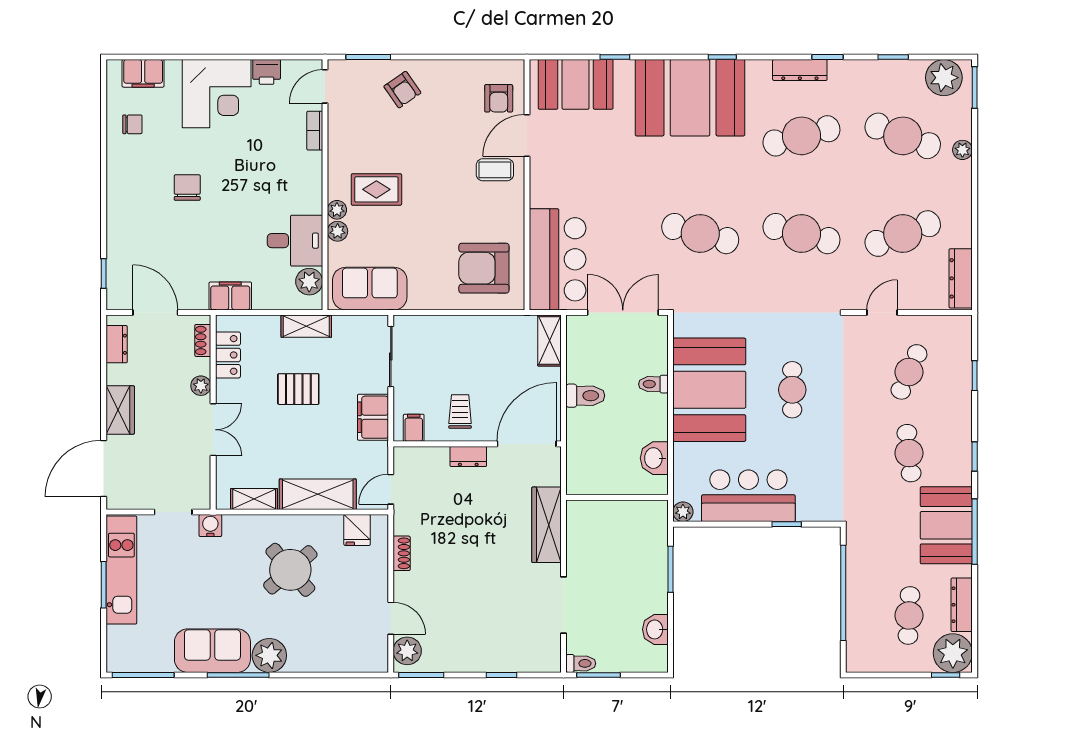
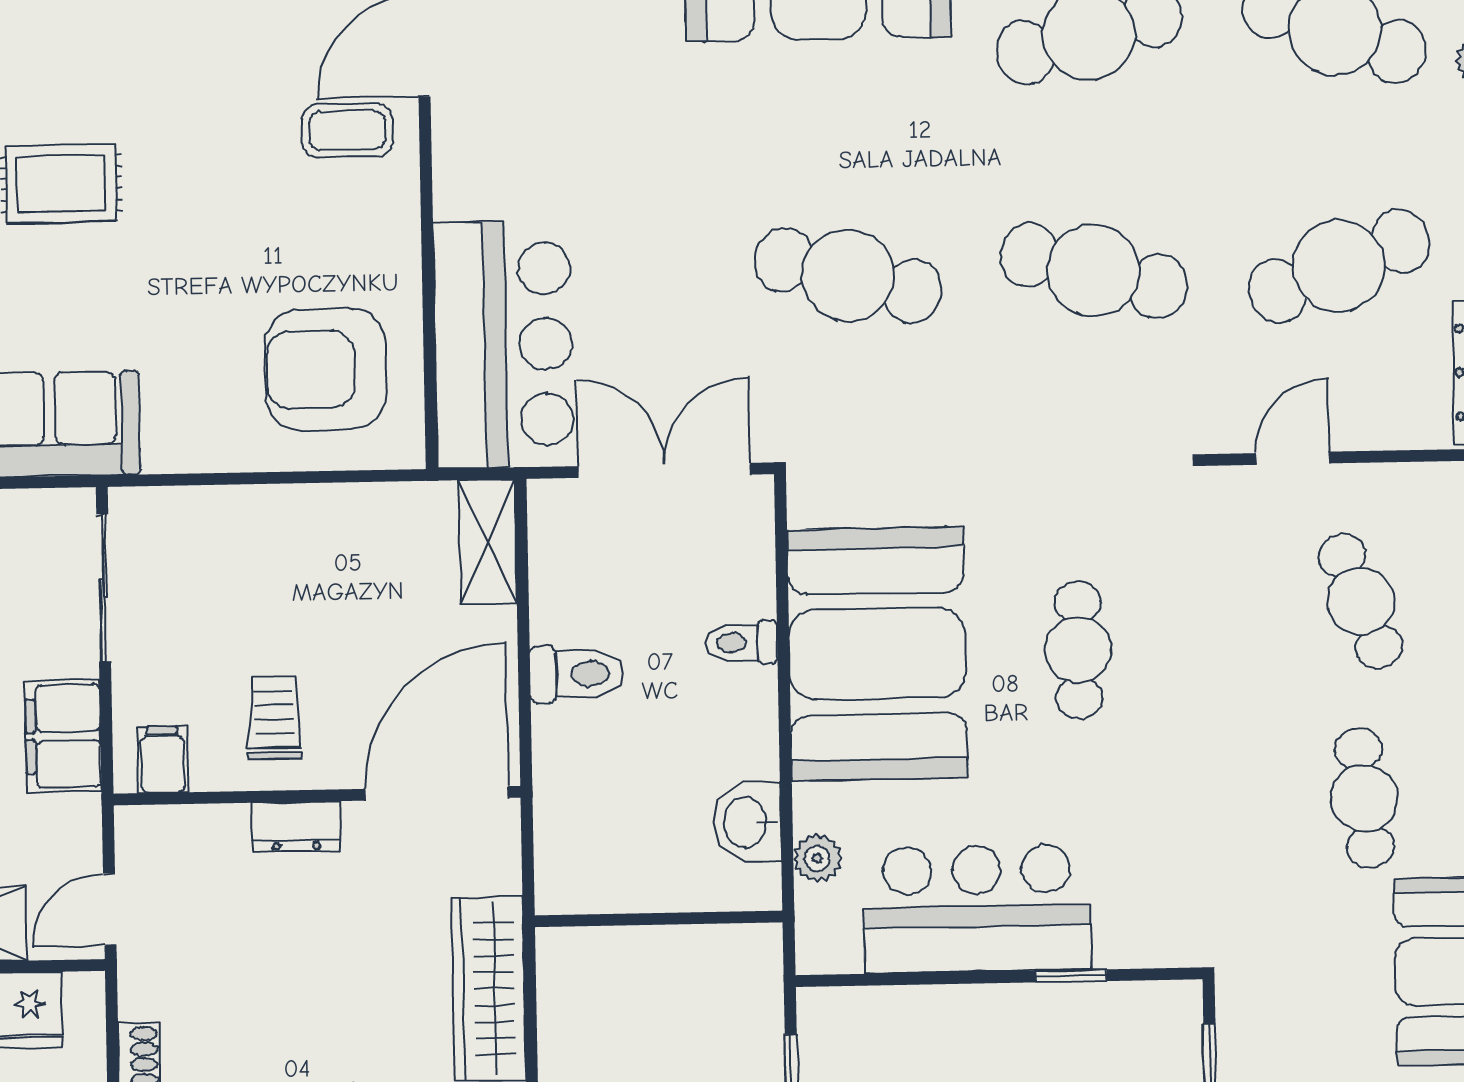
cafe table: (909, 372) -> (1361, 601), turned -45
plant: (683, 512) -> (817, 858), moved

